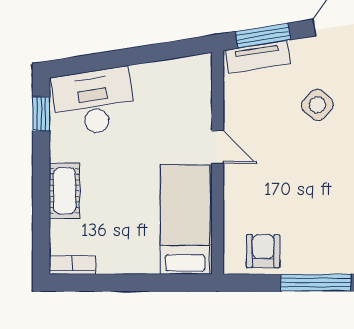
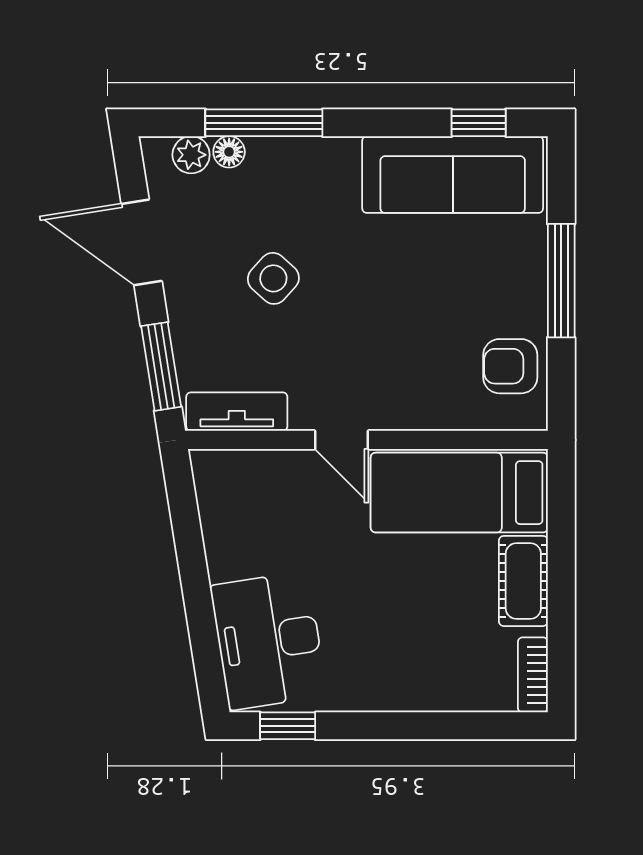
tv unit: (258, 57) -> (237, 412), moved, turned -81
door: (218, 147) -> (341, 440), swing flipped
cot: (65, 191) -> (523, 581), moved, turned 90

